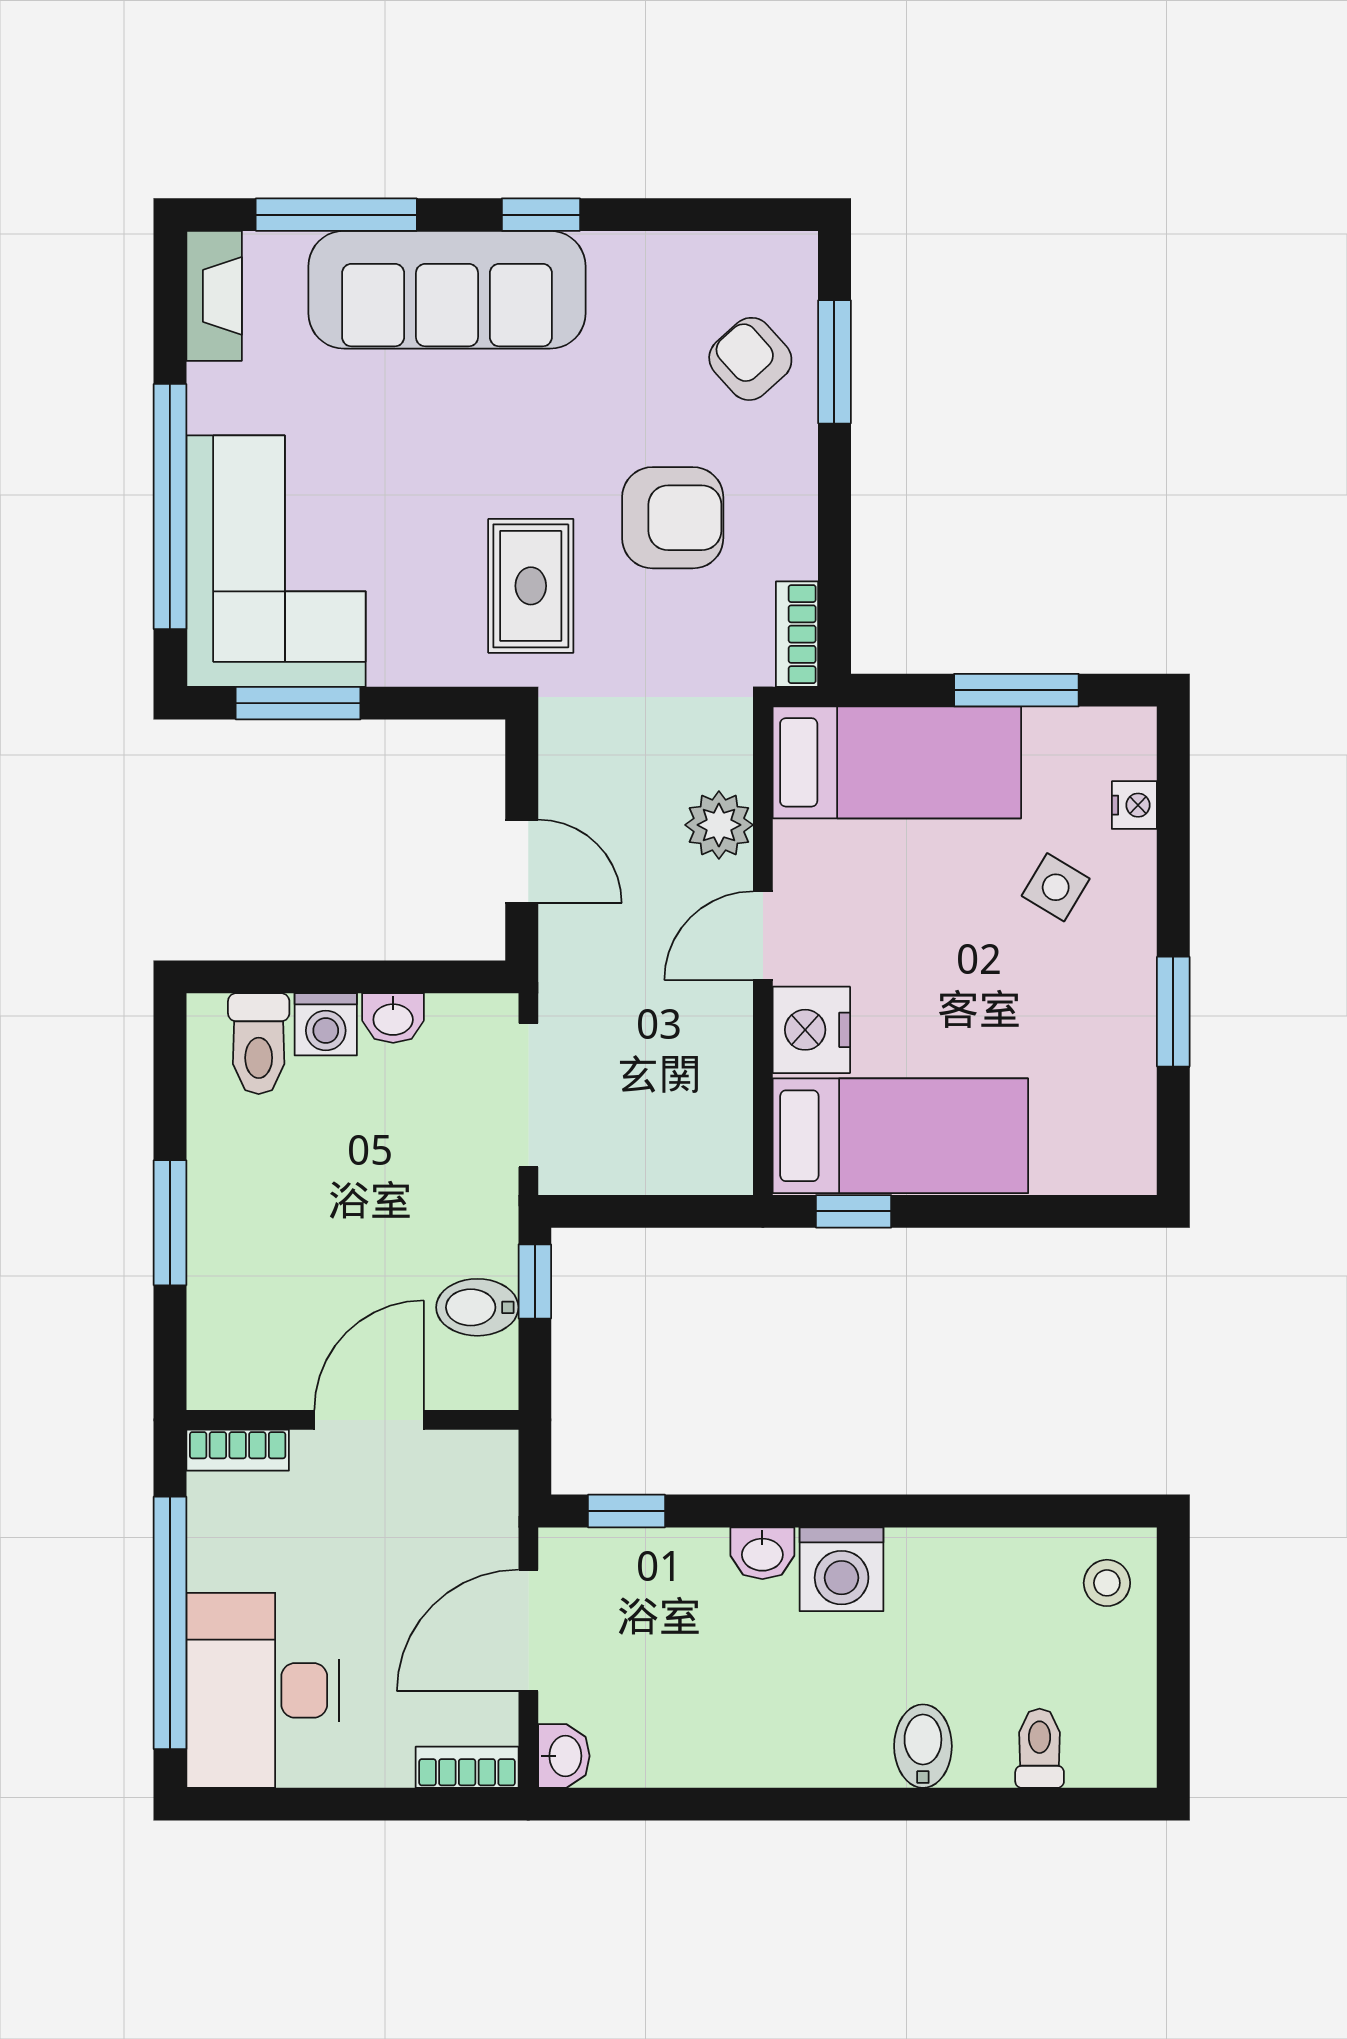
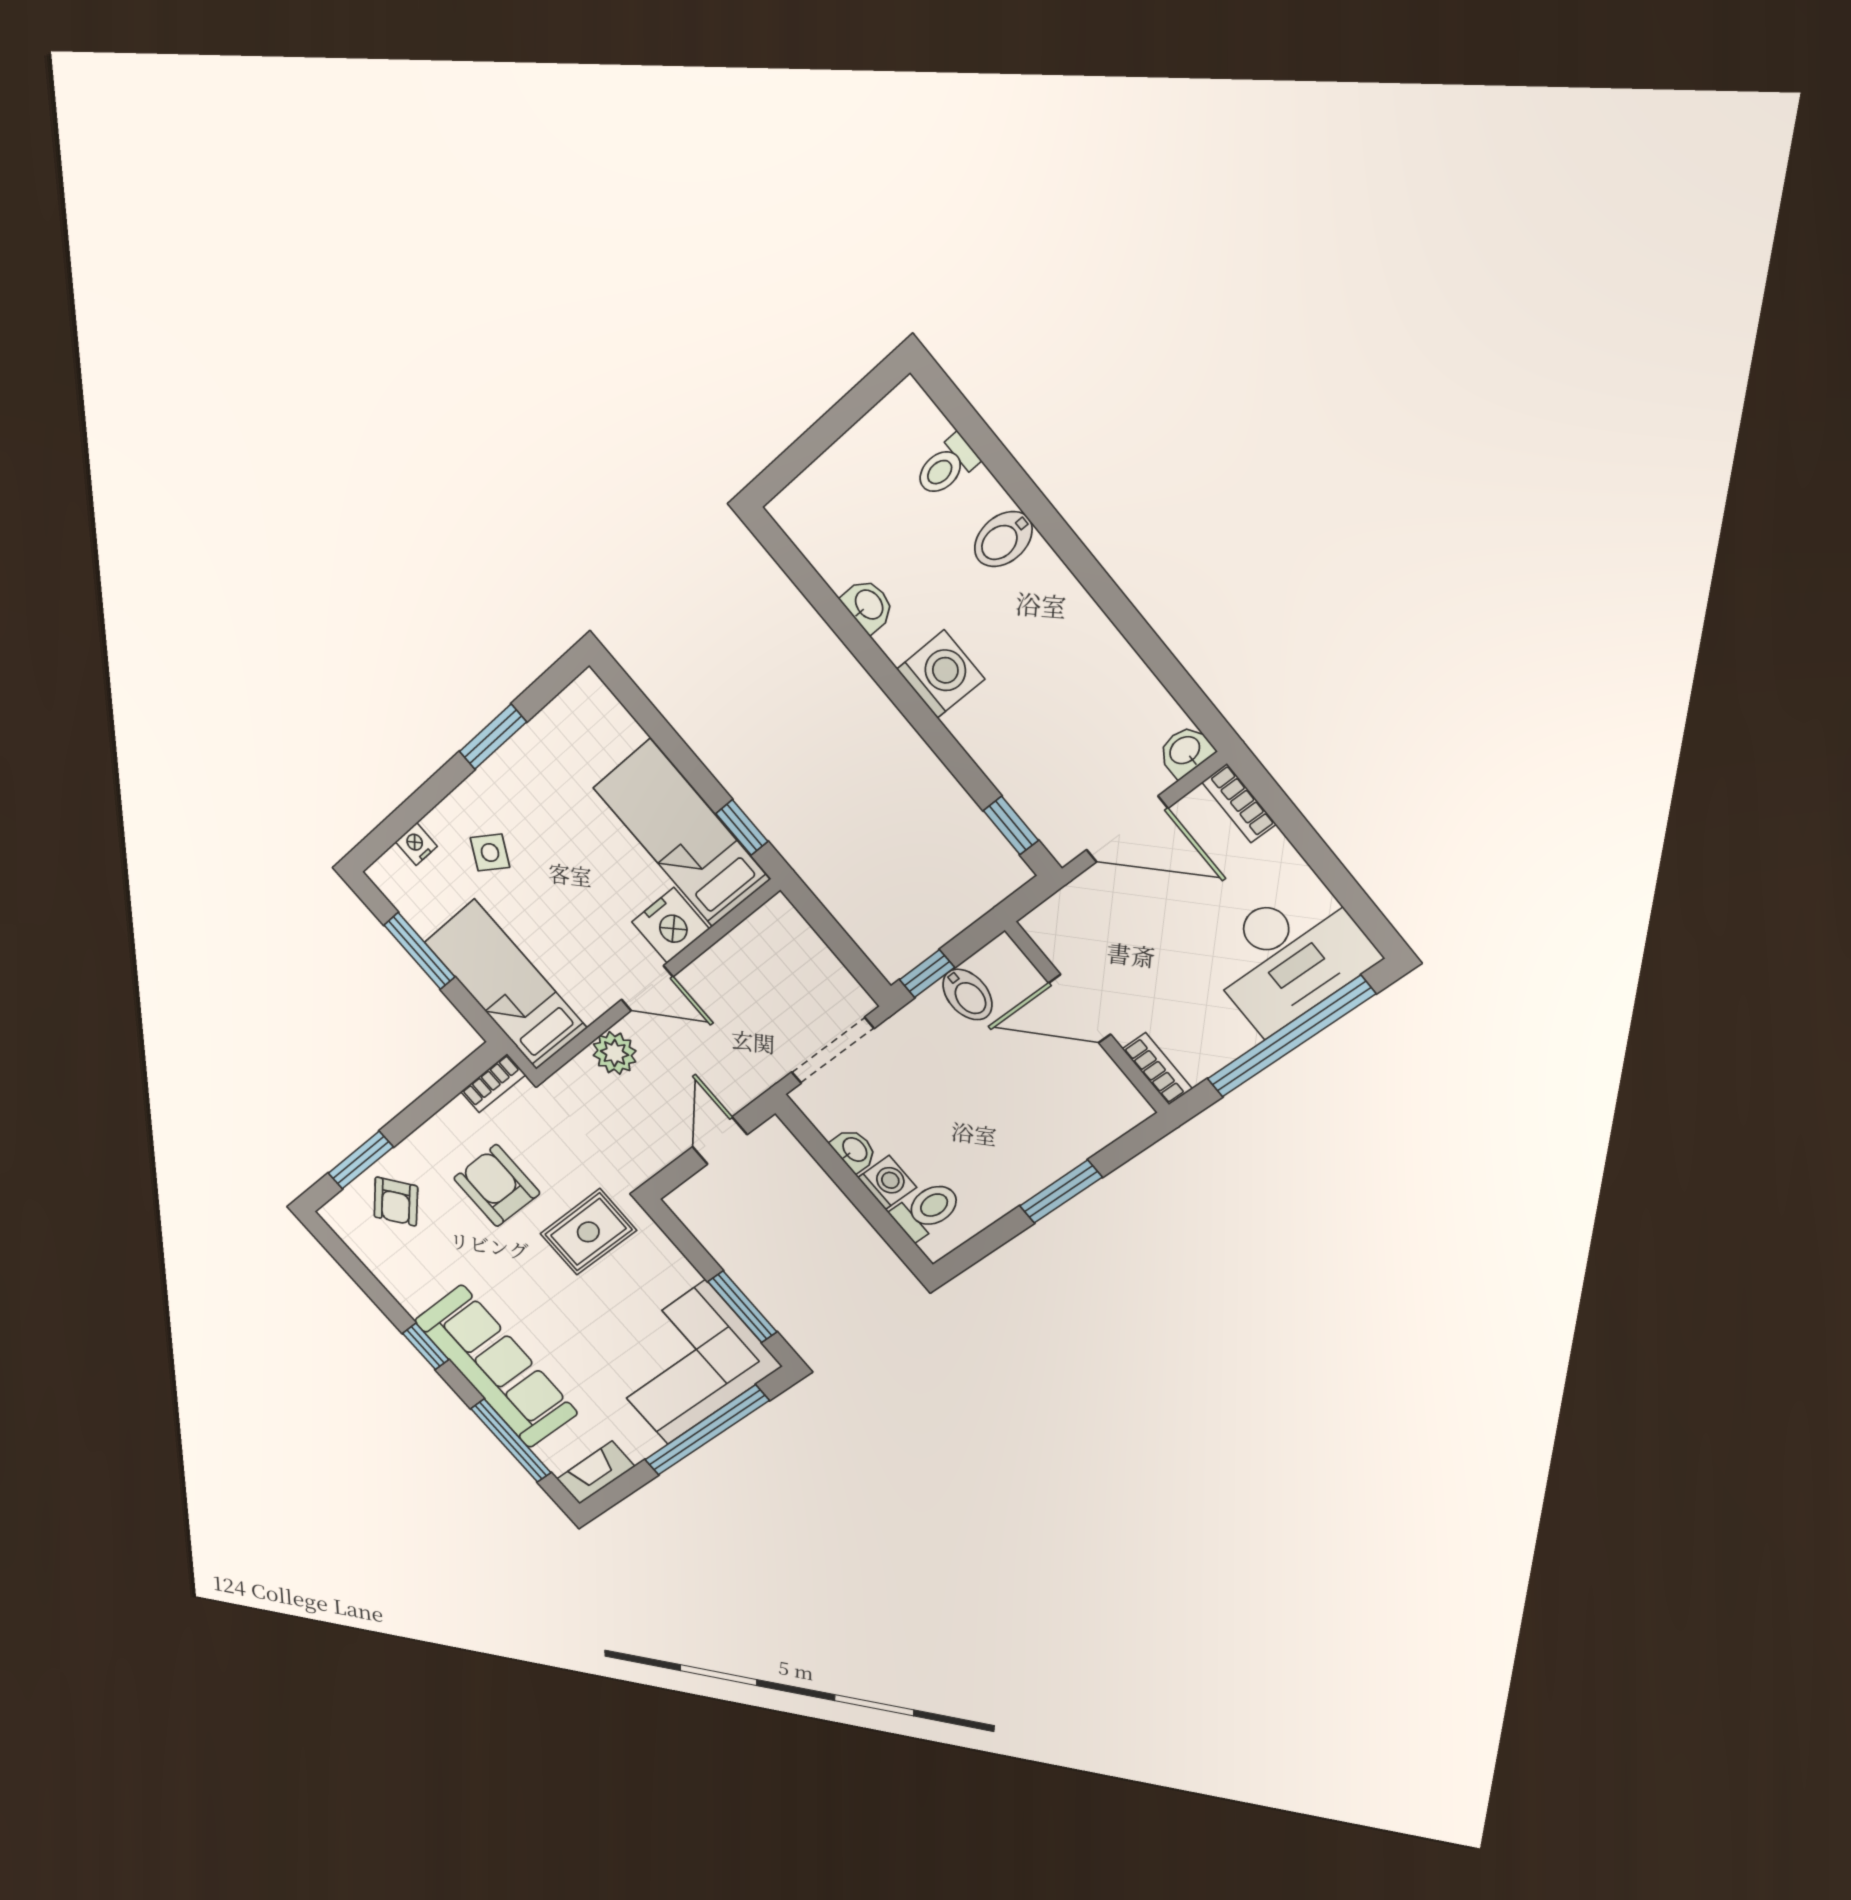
washbasin: (762, 1553) -> (868, 605), moved
stool: (1107, 1583) -> (818, 509), removed

